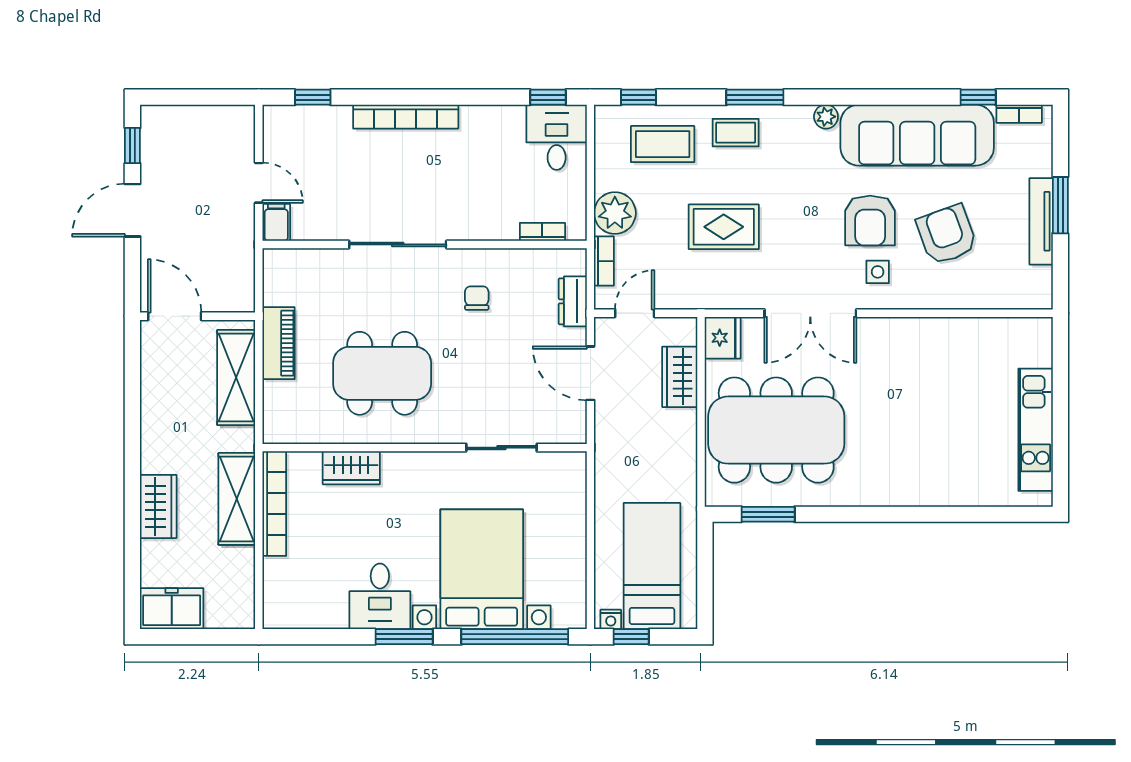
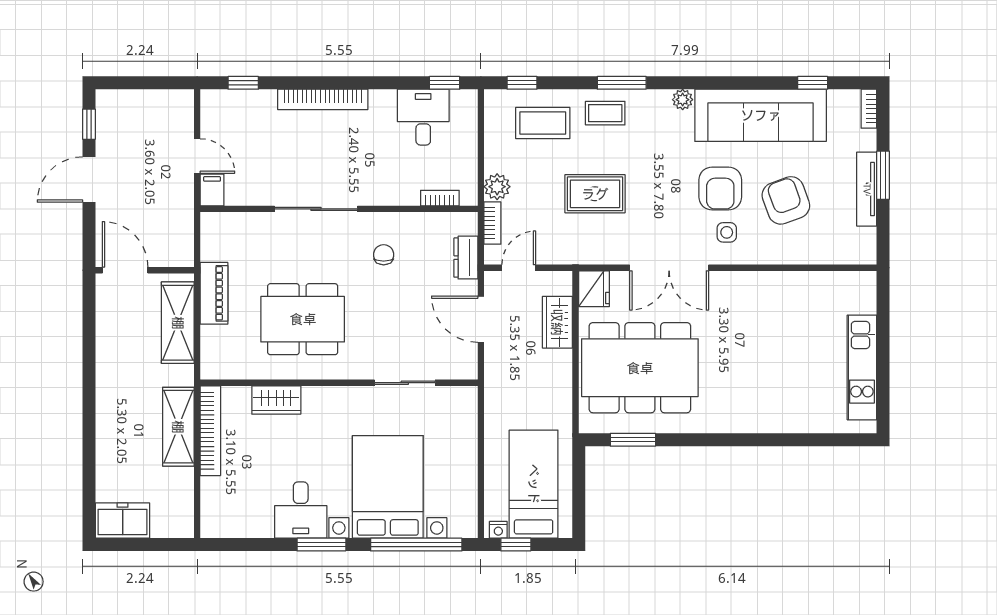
bookcase: (1019, 114) -> (869, 109), moved, turned 90
desk: (557, 137) -> (423, 117), moved
plant: (615, 213) -> (497, 187), width x0.73, depth x0.73
wardrobe: (158, 506) -> (111, 433), removed

